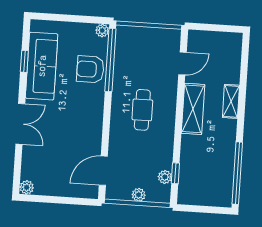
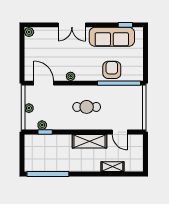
plant: (102, 31) -> (71, 76), moved
window: (24, 61) -> (125, 25), moved
shelving: (231, 101) -> (112, 167), moved

